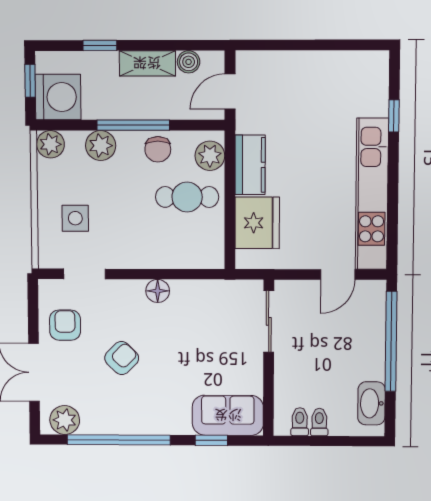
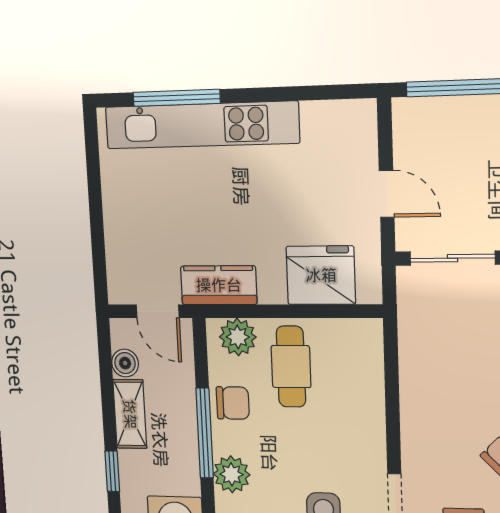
window: (394, 116) -> (176, 98), width x2.17
kitchen counter: (250, 165) -> (219, 285), moved
kitchen unit: (372, 194) -> (202, 125), moved
door: (338, 274) -> (387, 194), moved
floor lamp: (158, 291) -> (415, 407), removed

